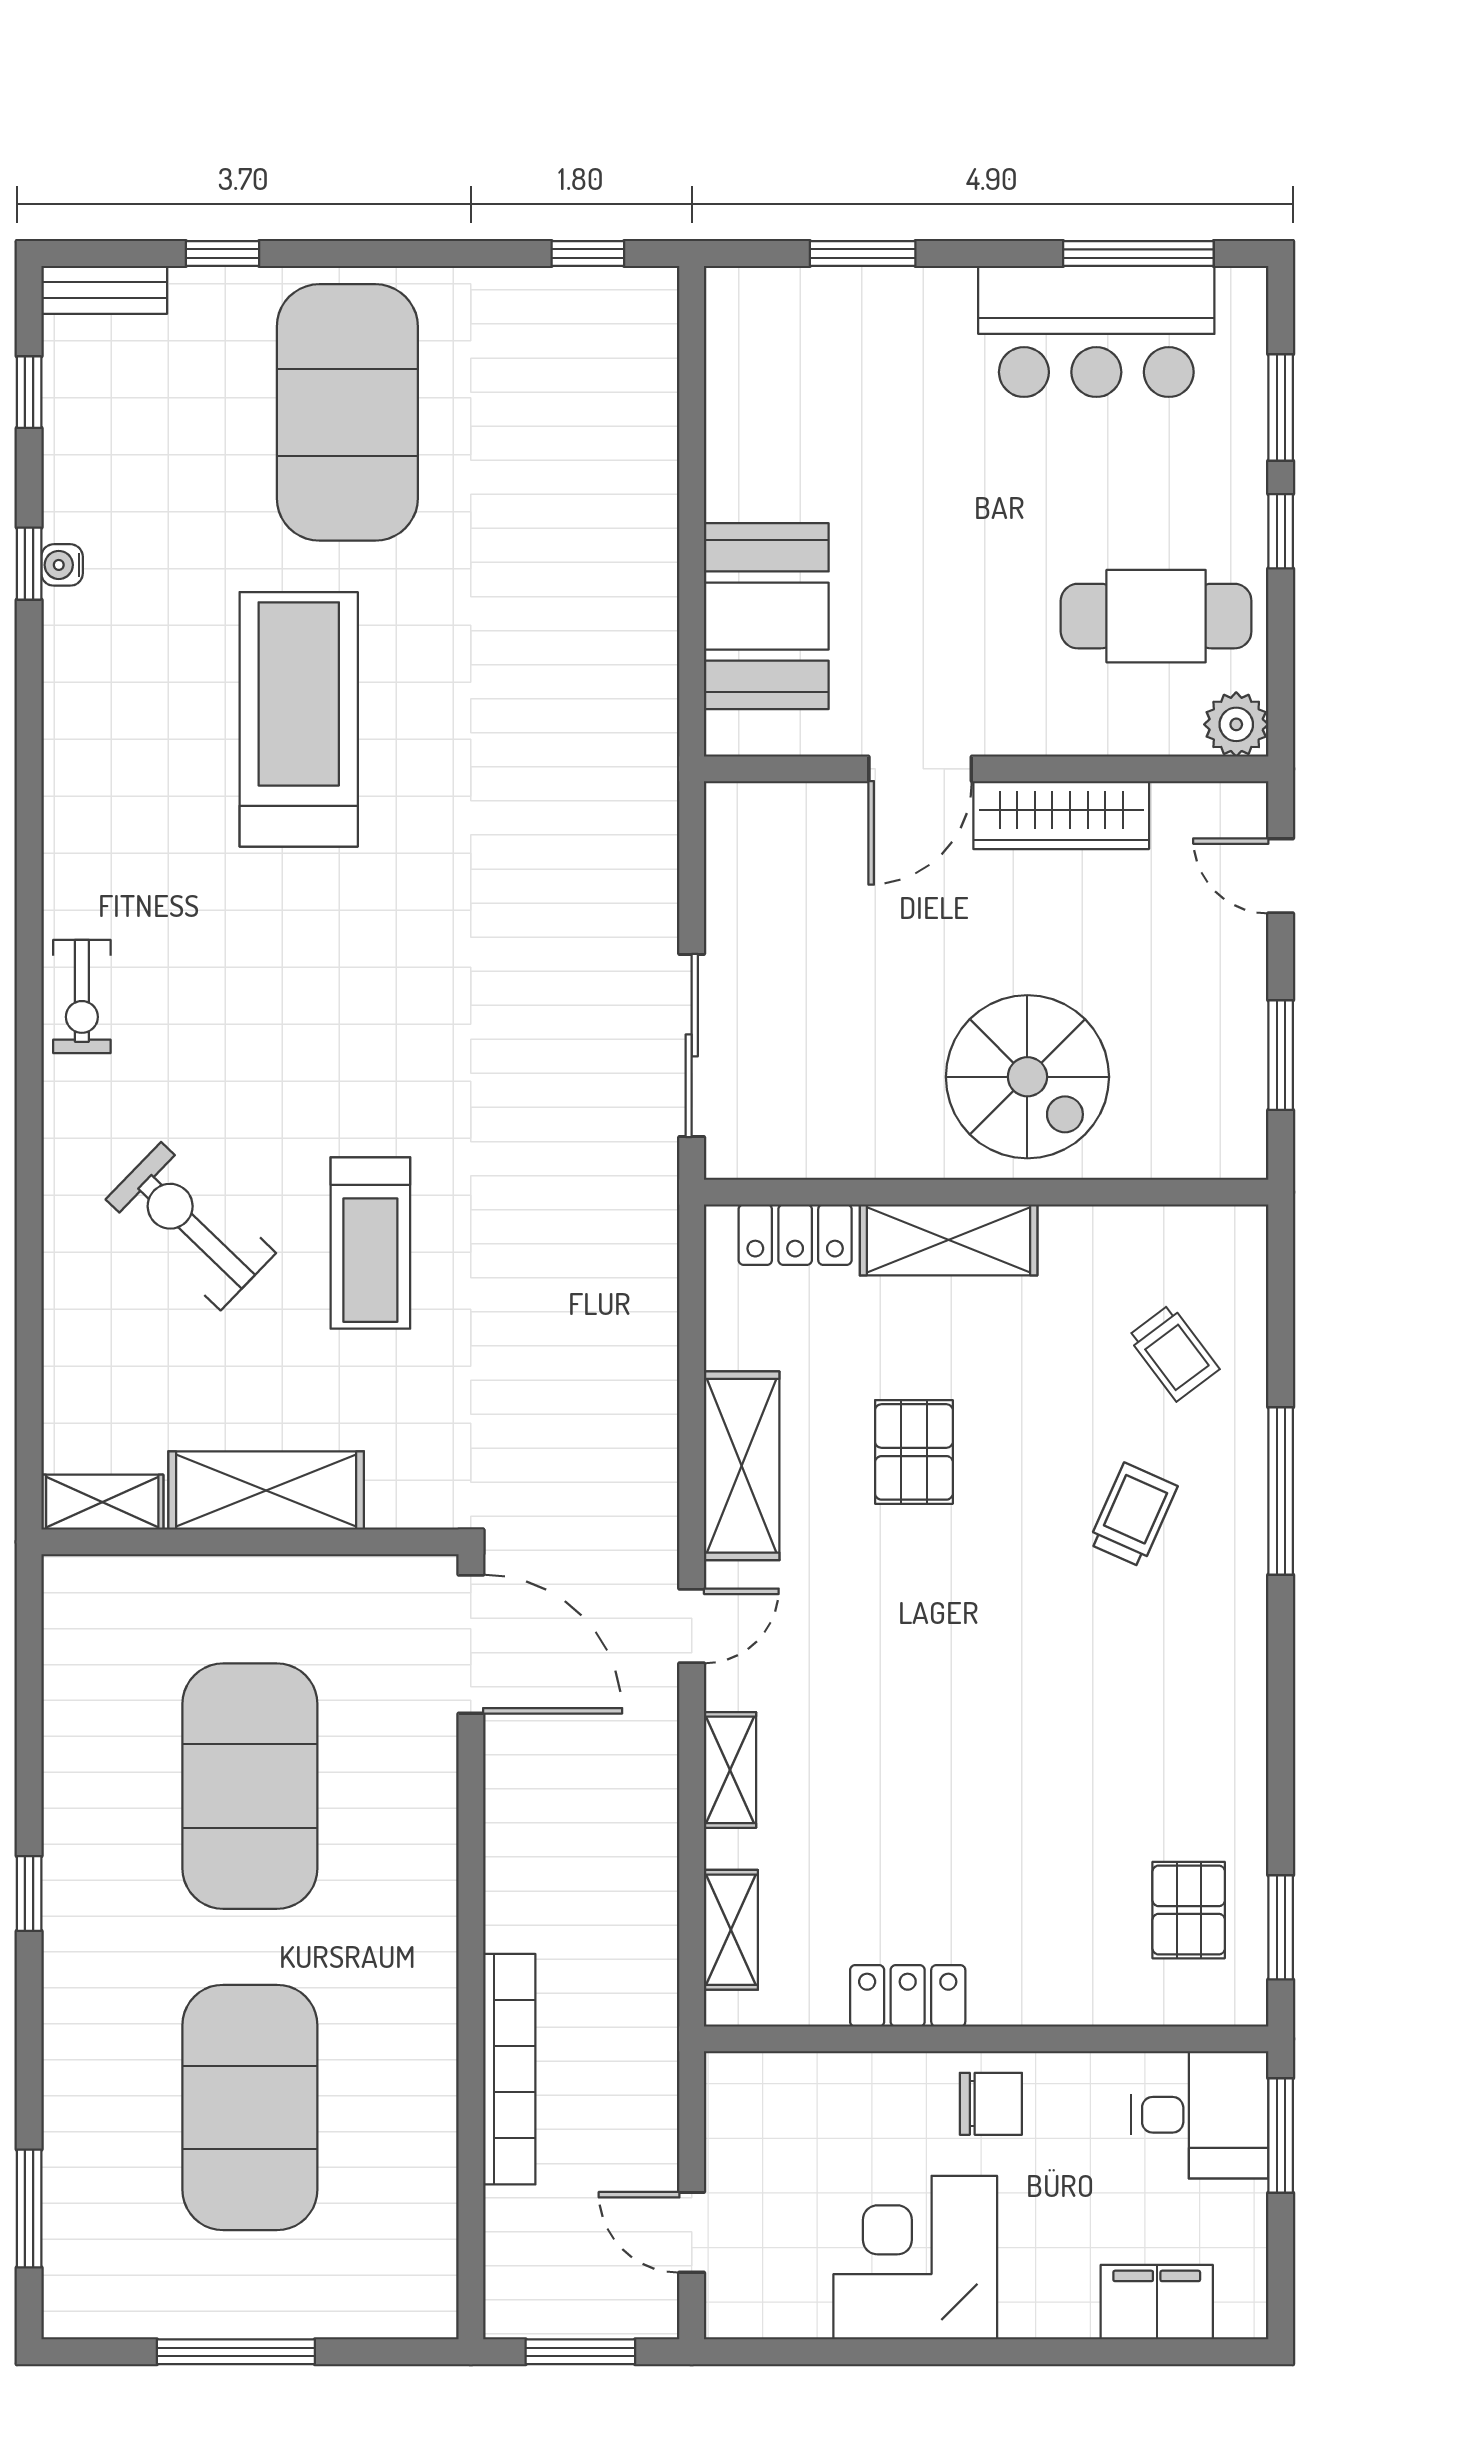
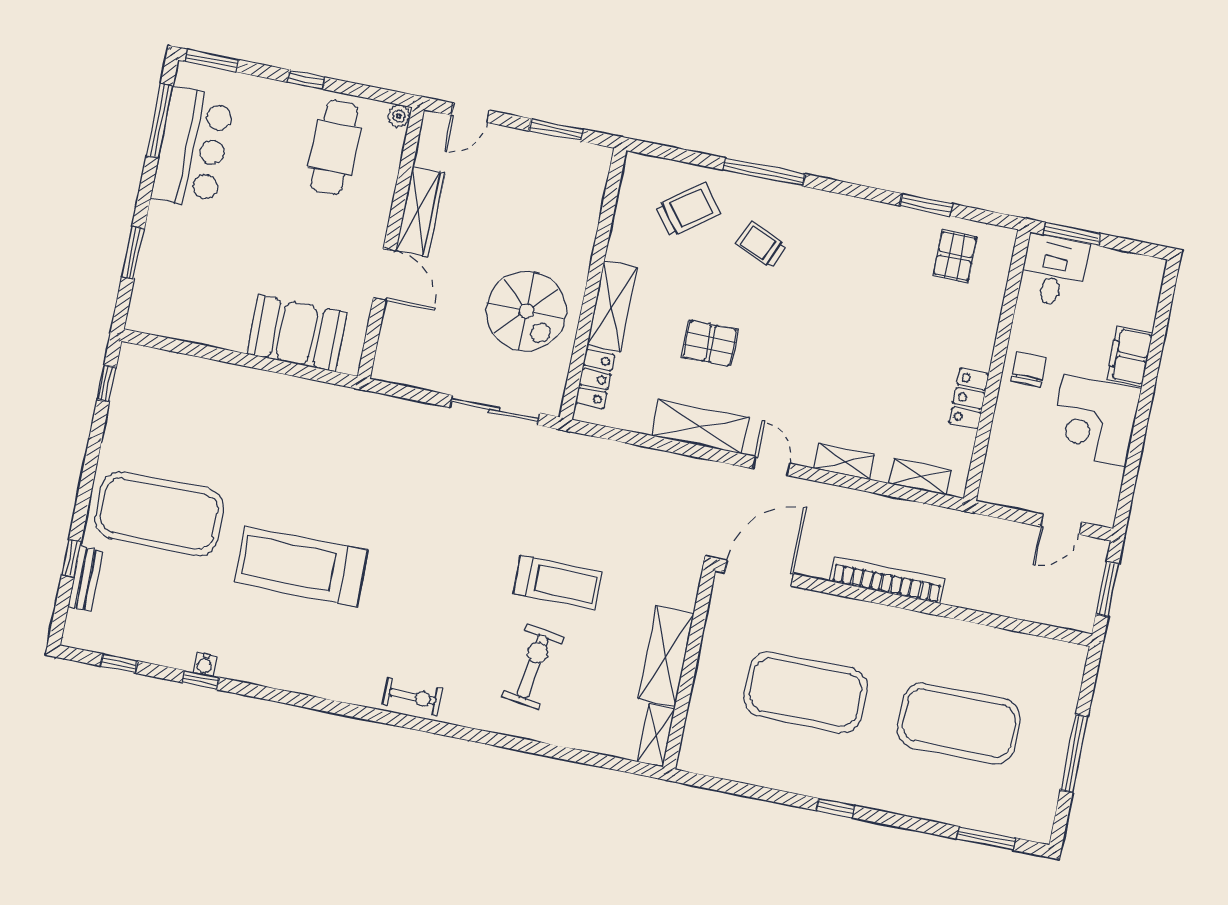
bench: (104, 290) -> (85, 579), moved
window: (1281, 408) -> (212, 61), moved
plant: (1236, 724) -> (399, 116), width x0.73, depth x0.73
spiral stairs: (1027, 1077) -> (526, 311), moved, turned 90
exercise bike: (191, 1226) -> (533, 667), turned 144
trolley: (1173, 1353) -> (688, 210), width x1.36, depth x1.39
pallet: (1189, 1910) -> (955, 256), turned 90
window: (1281, 1927) -> (926, 205), moved
bookcase: (509, 2069) -> (887, 580), moved
filing cabinet: (1157, 2302) -> (1130, 356), moved

